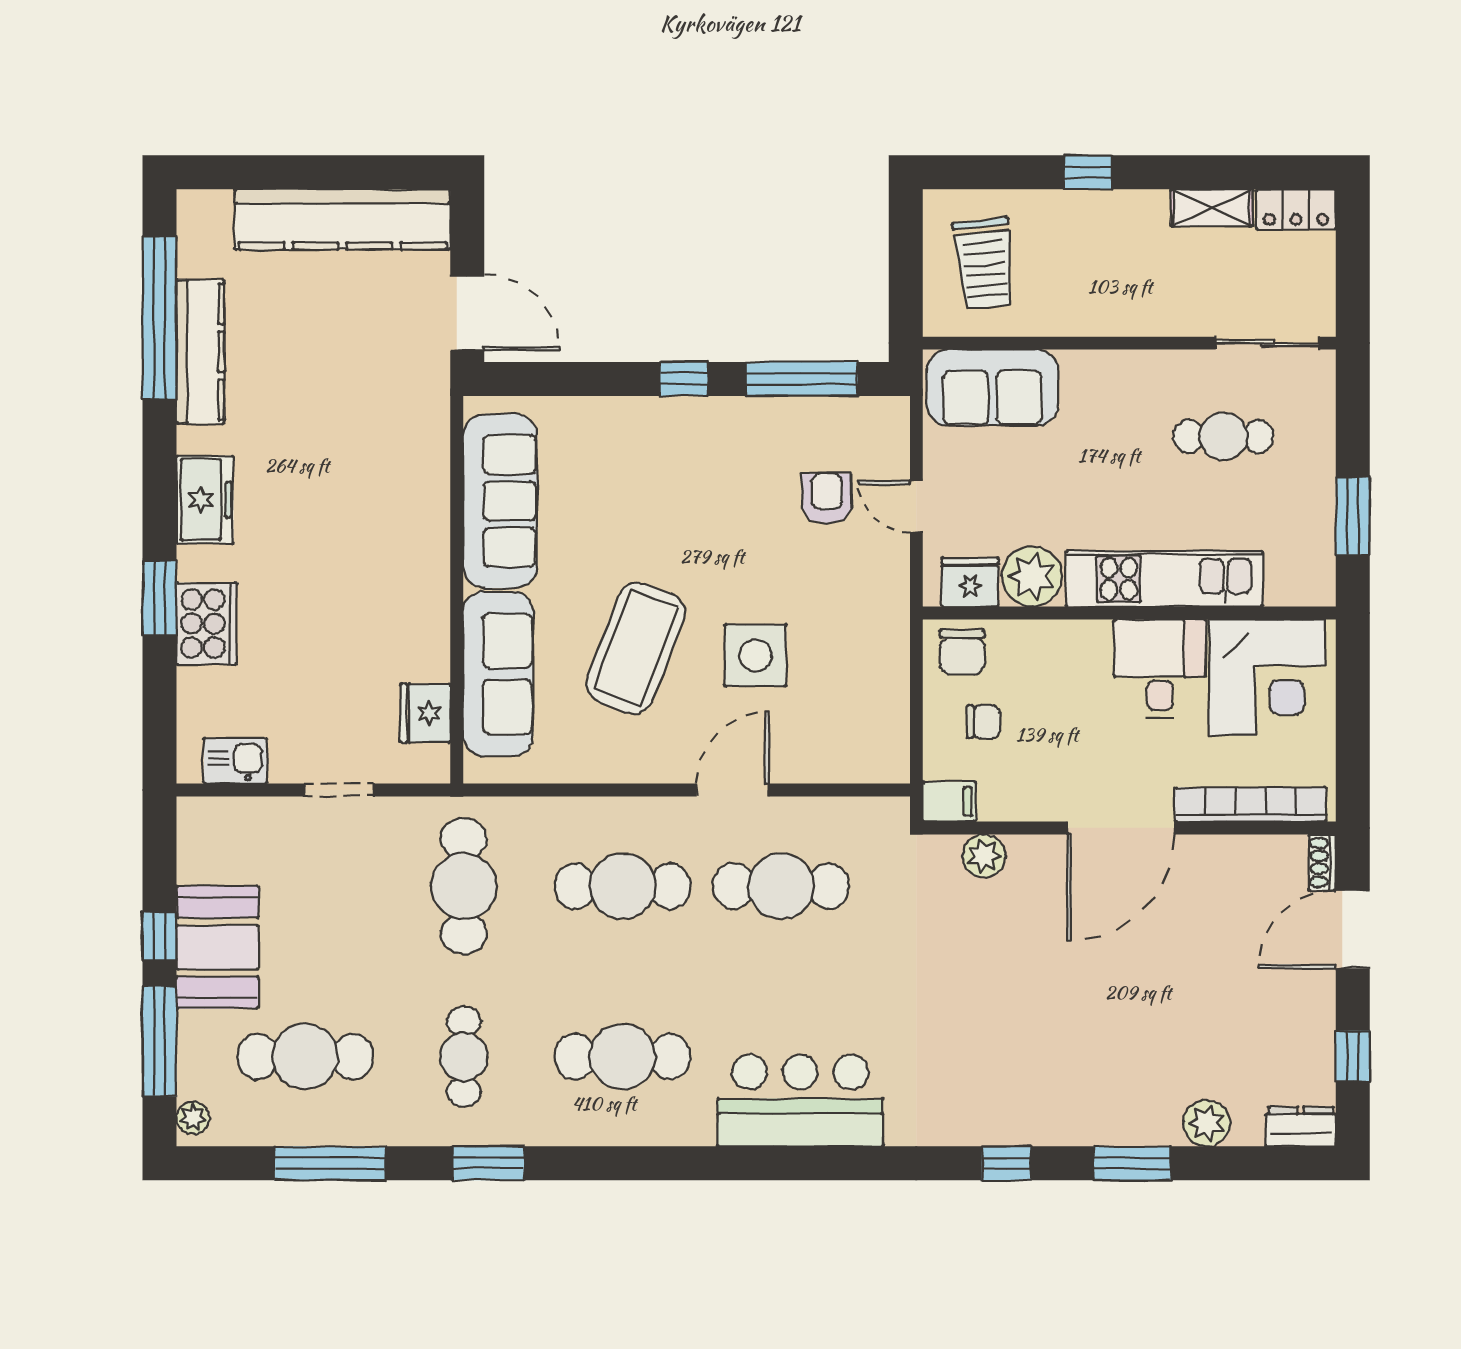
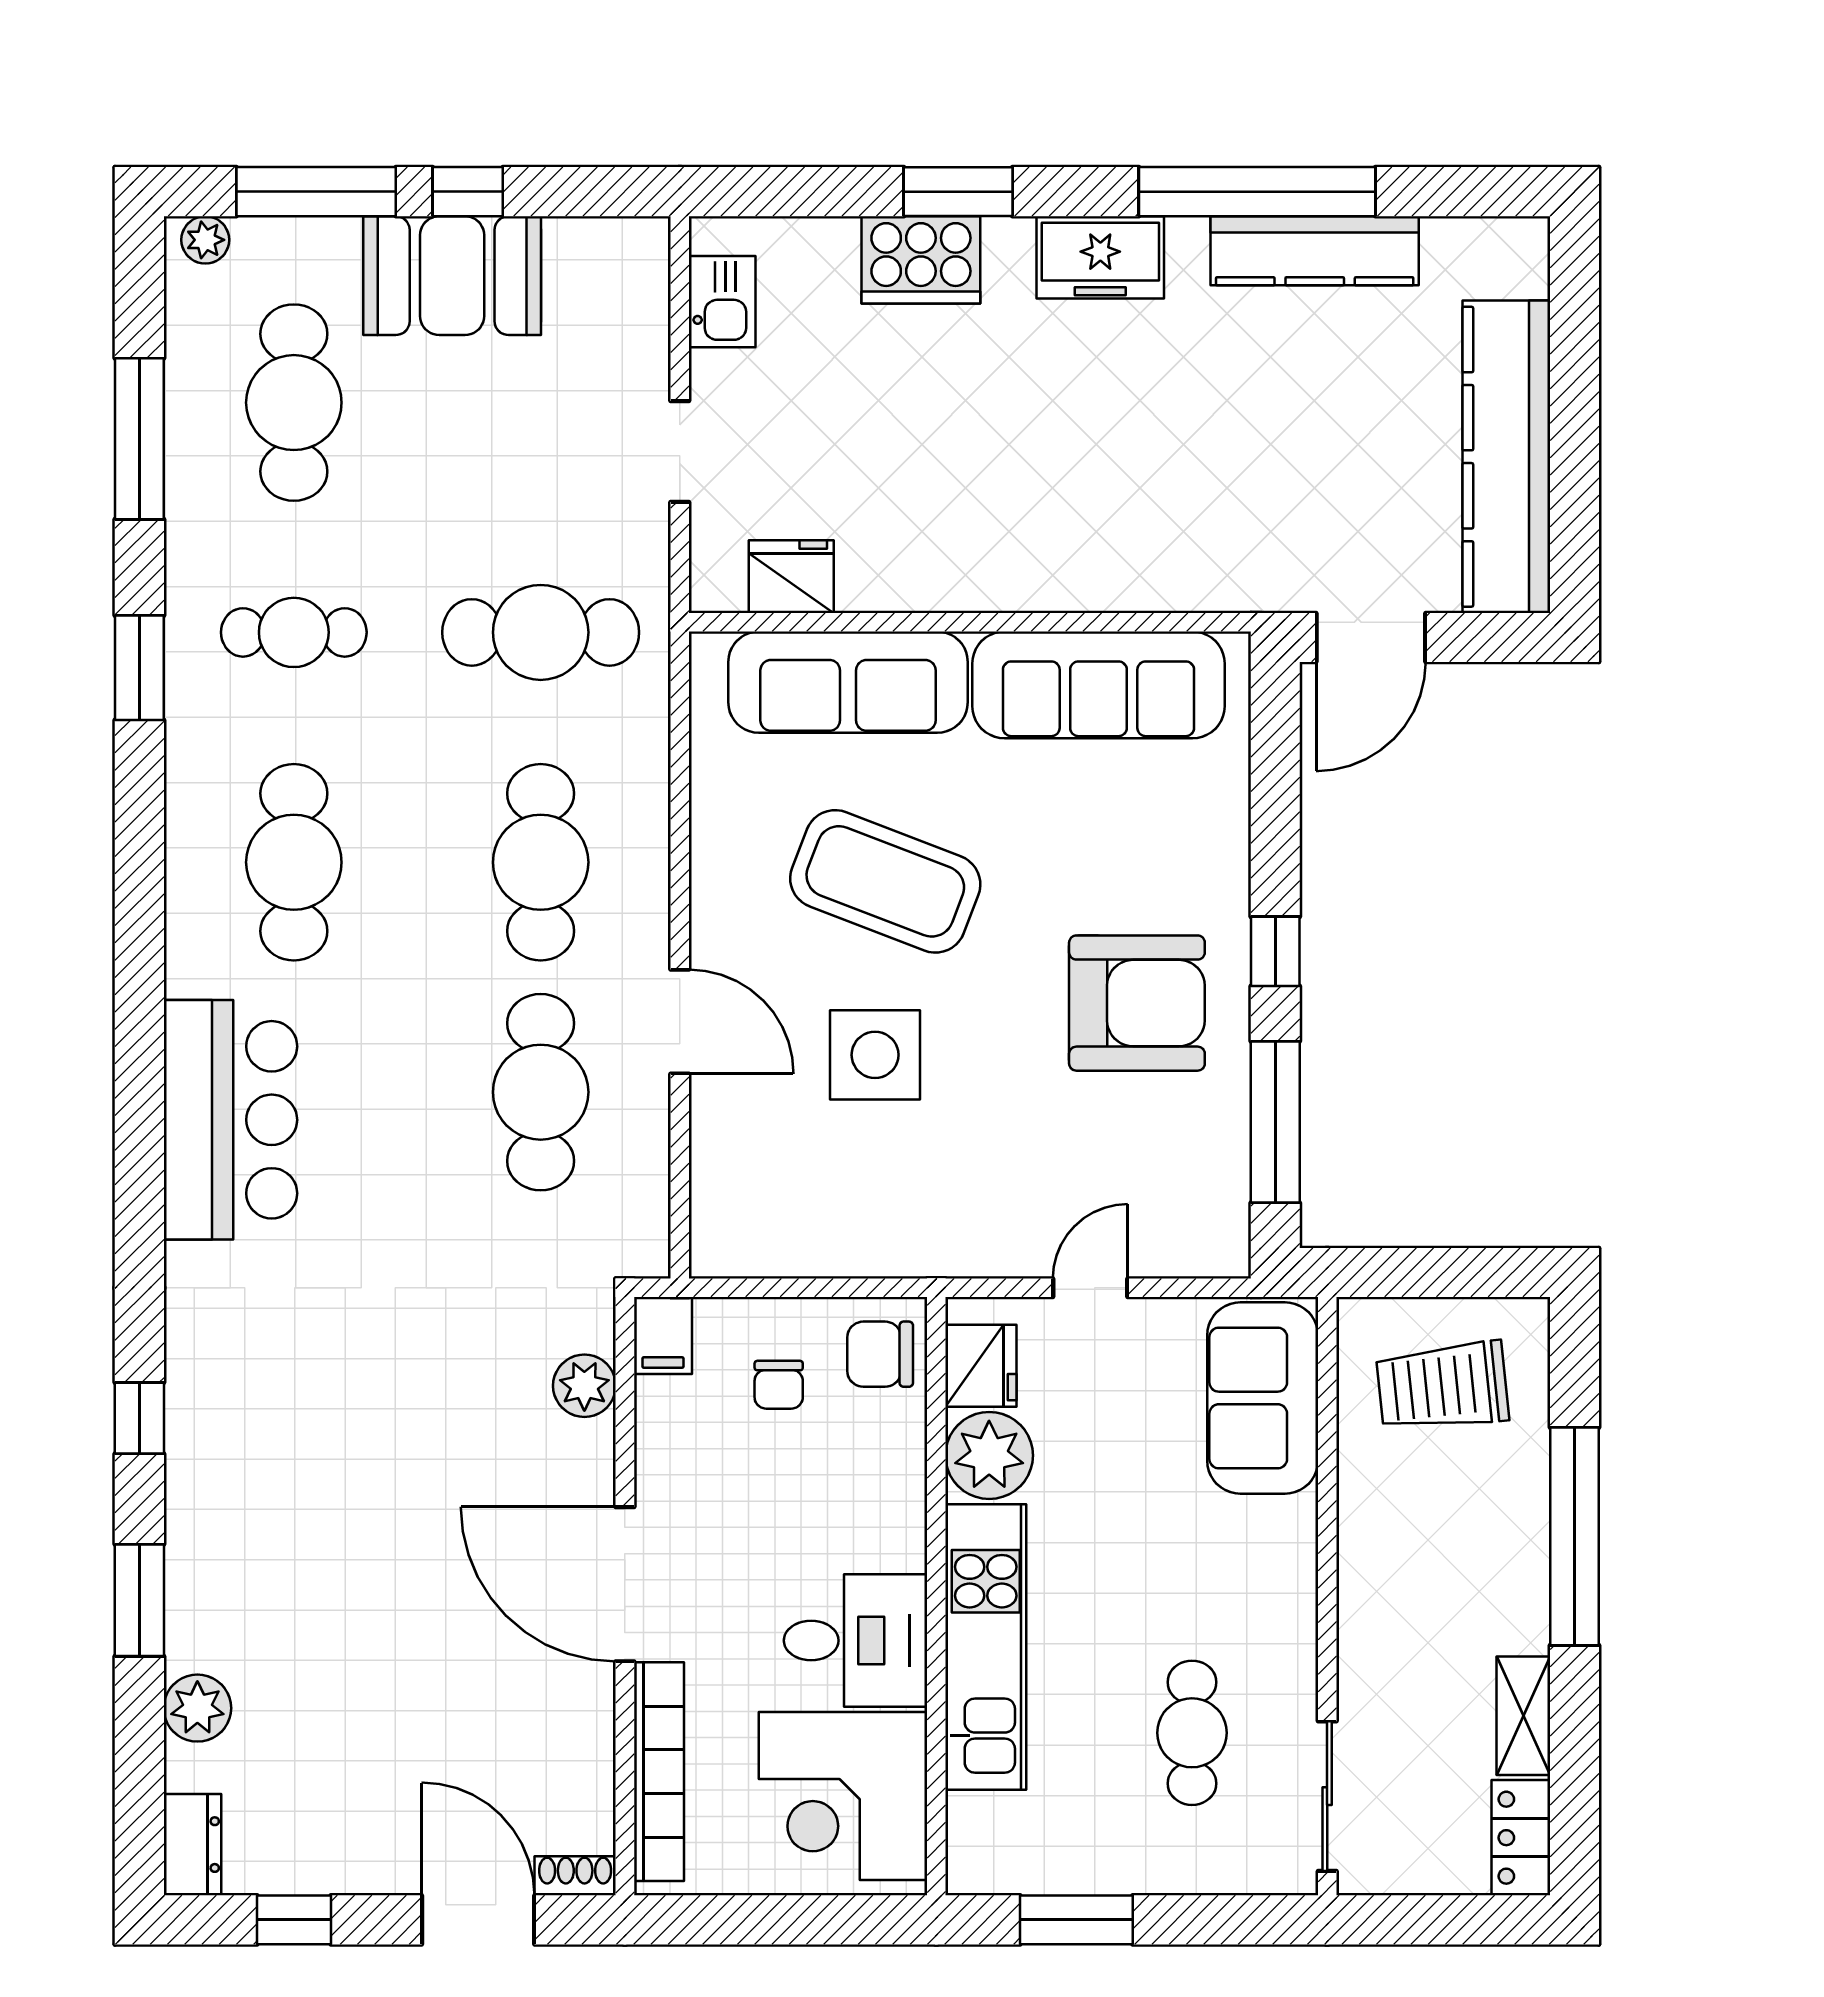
window: (1088, 172) -> (1574, 1536), width x3.17
window: (159, 318) -> (1257, 192), moved
armchair: (827, 498) -> (1137, 1003), moved, width x1.88, depth x1.88

